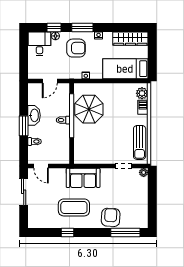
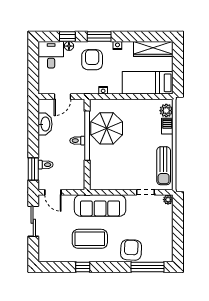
armchair: (76, 48) -> (92, 60), turned -90
washbasin: (34, 115) -> (45, 124), moved
window: (24, 126) -> (33, 169), moved
sofa: (83, 178) -> (100, 206), width x1.36

